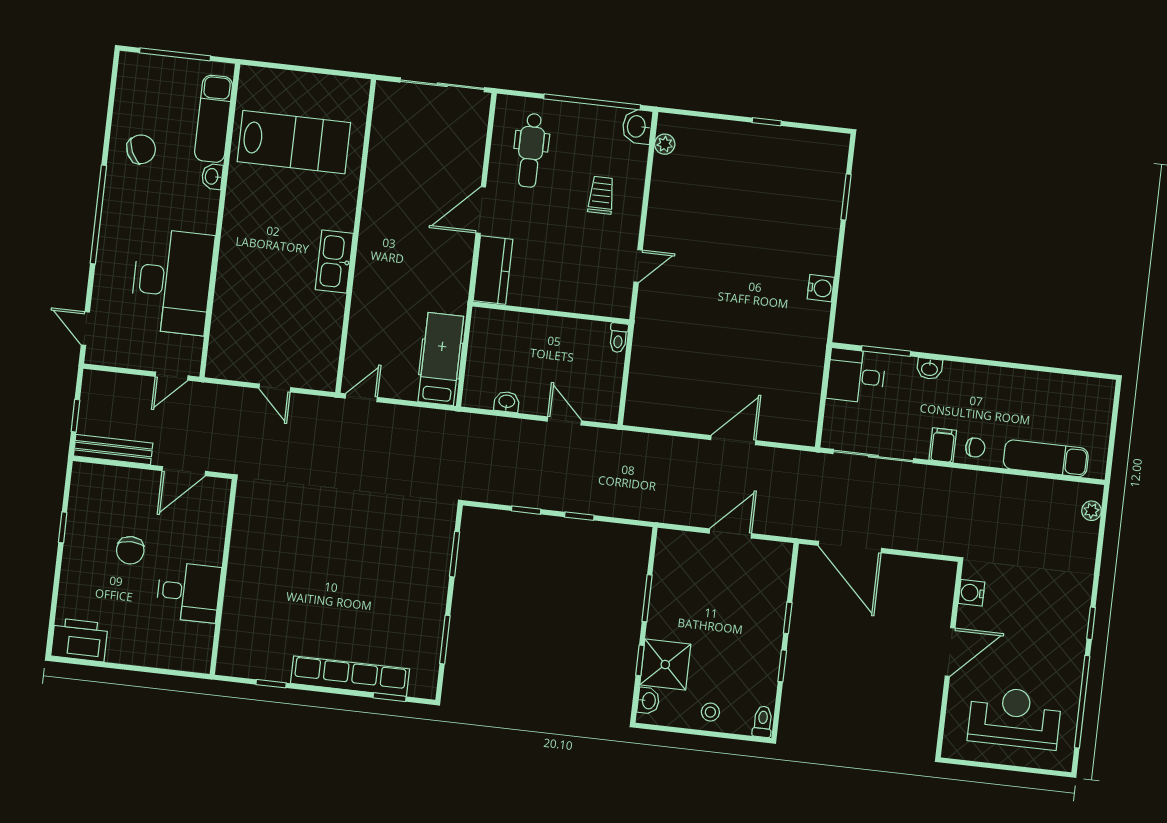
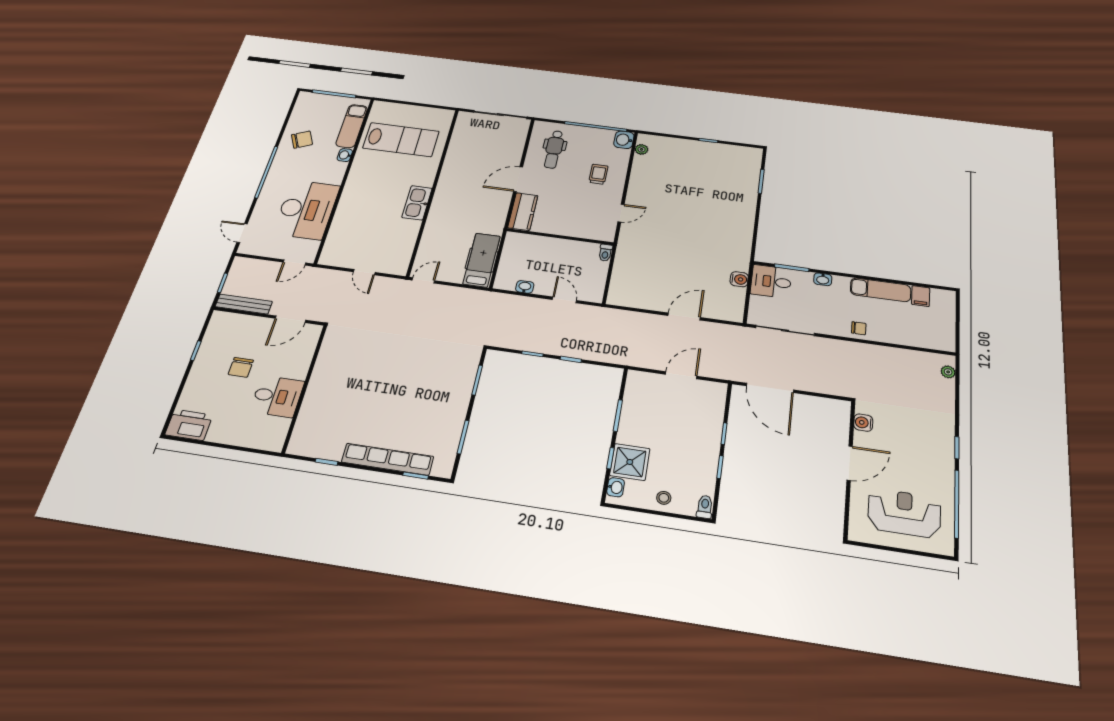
water cooler: (821, 288) -> (739, 279), moved
filing cabinet: (943, 445) -> (921, 296), moved, turned 180
exam couch: (1046, 458) -> (881, 290), moved, turned 180

